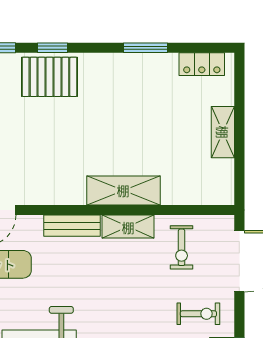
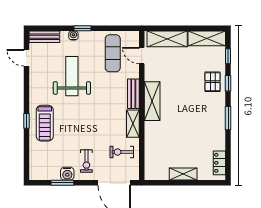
window: (145, 48) -> (228, 118), moved
pallet: (49, 77) -> (213, 82), width x0.67, depth x0.71
shelving: (123, 190) -> (152, 101), moved

